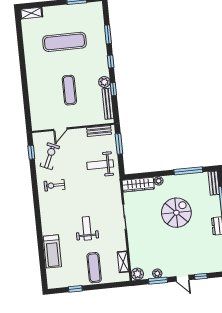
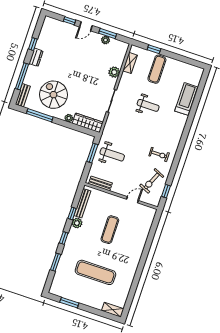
window: (119, 144) -> (92, 153), moved
spiral stairs: (176, 213) -> (53, 95), moved, turned 90
weight bench: (87, 228) -> (148, 105), turned -90
plant: (137, 274) -> (114, 72), moved
door: (182, 278) -> (86, 26), swing flipped
window: (75, 289) -> (154, 49), moved

